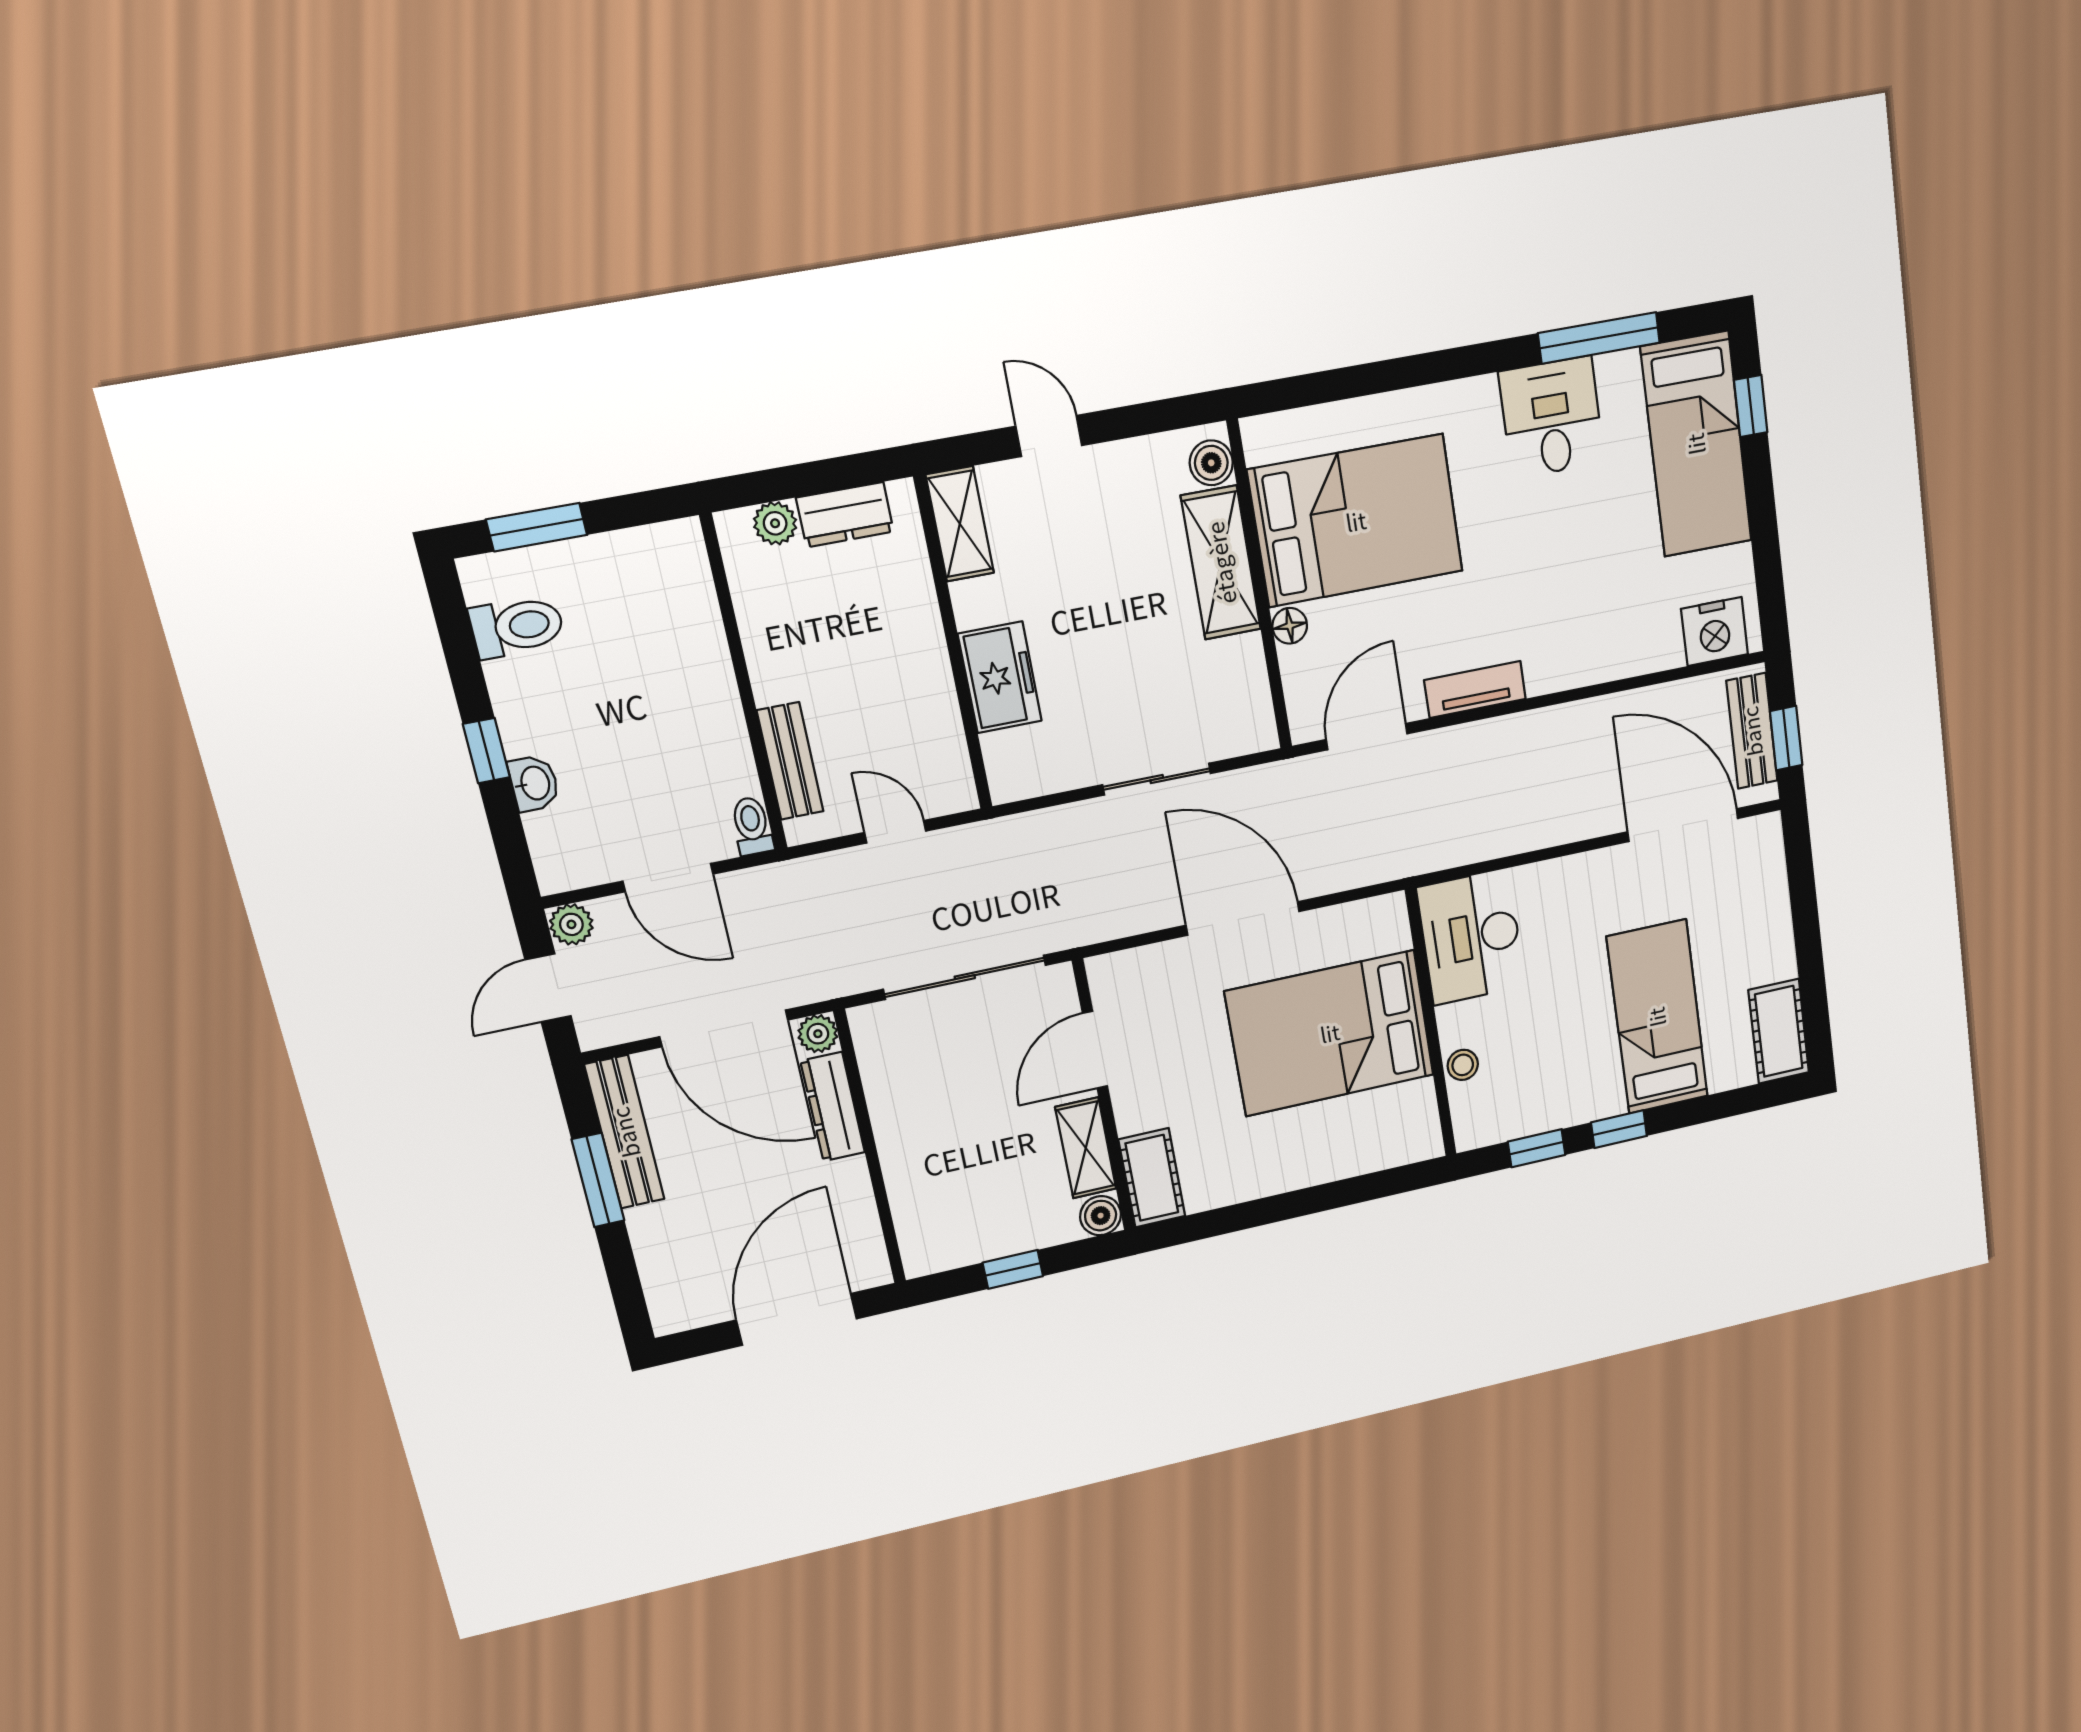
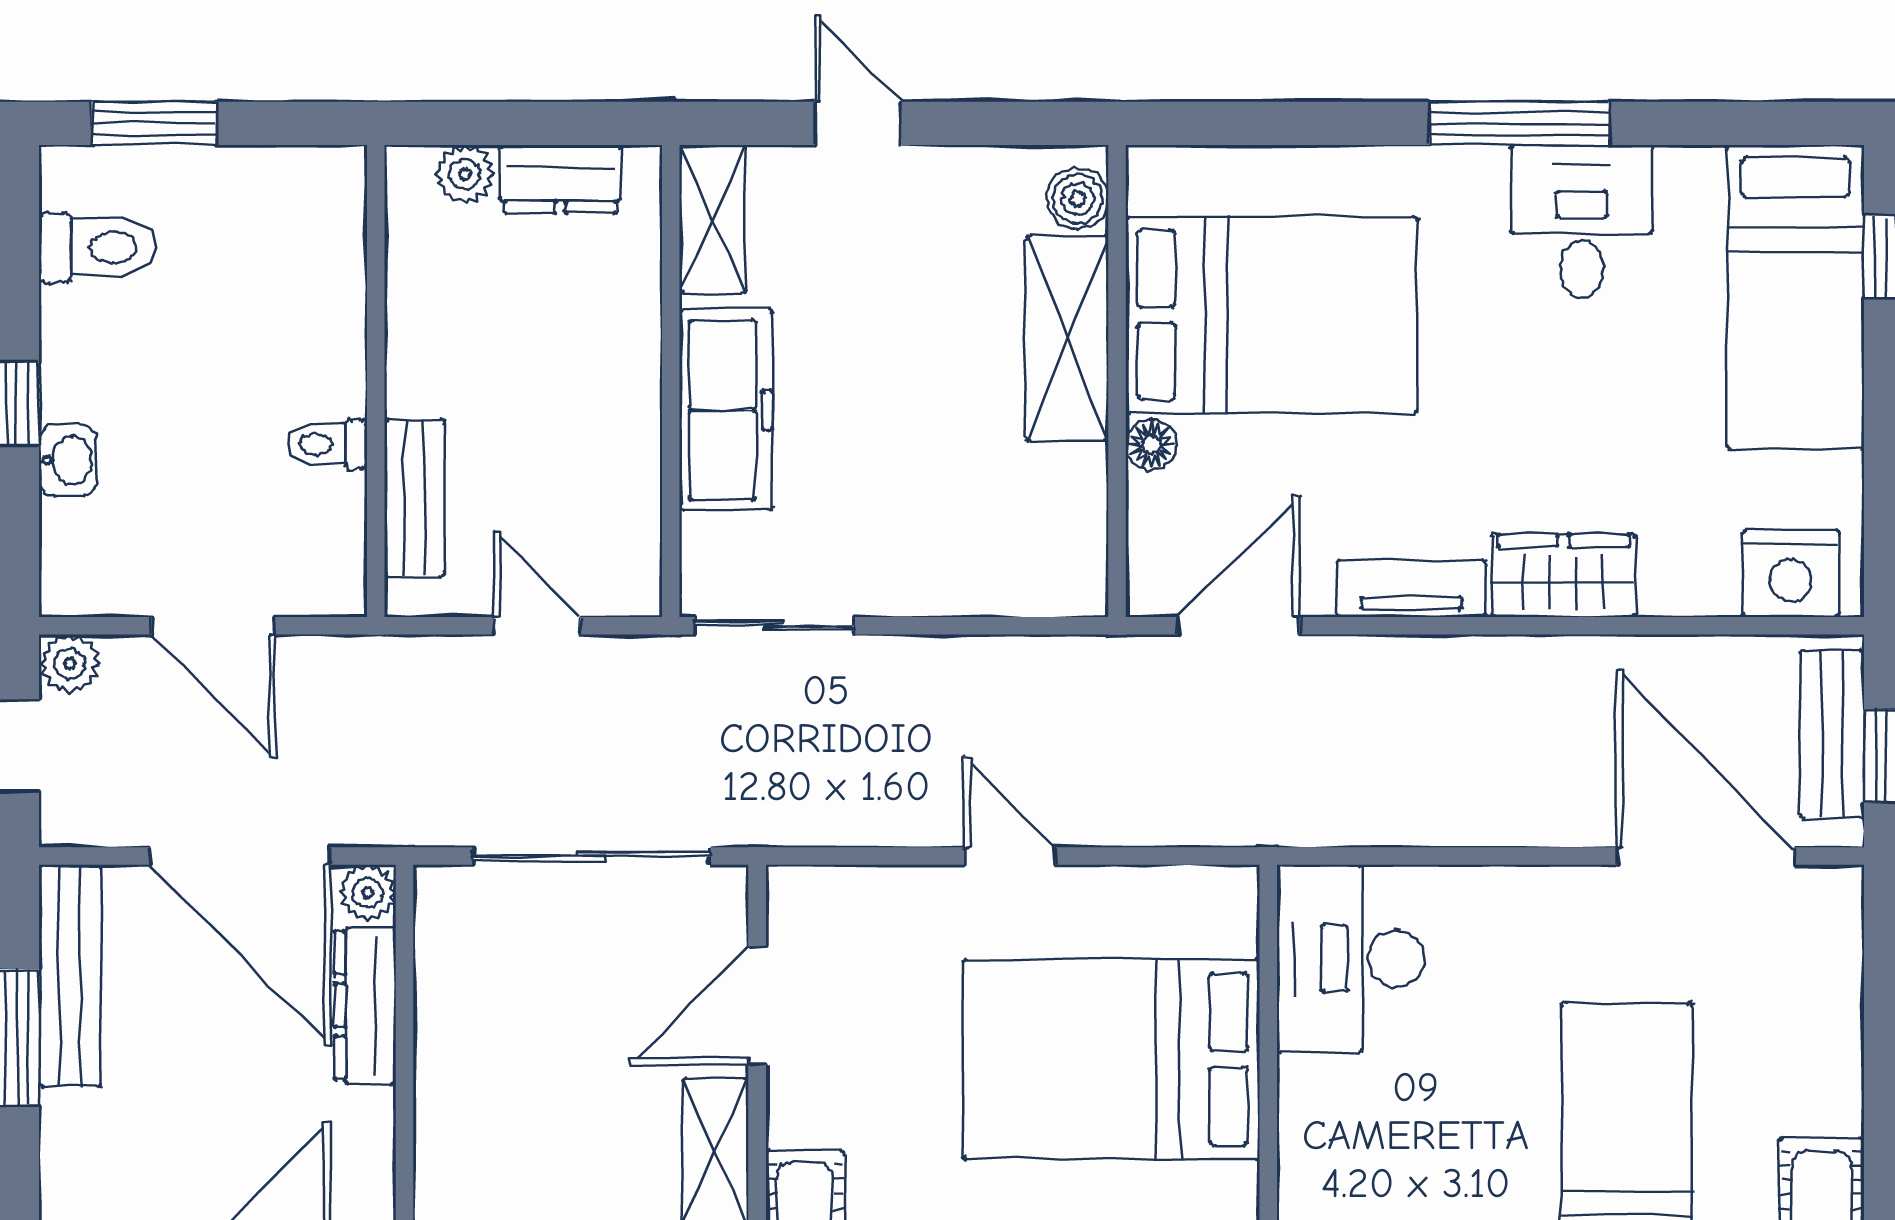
window: (1599, 338) -> (1519, 123), moved
wardrobe: (1571, 661) -> (1563, 576), added
freezer: (1000, 677) -> (726, 410), width x1.40
sliding door: (1157, 779) -> (774, 626), moved
toilet: (752, 826) -> (327, 444), moved, turned -90
door: (1243, 918) -> (1010, 856), width x0.53
stool: (1463, 1065) -> (1308, 1155), removed

